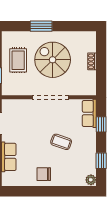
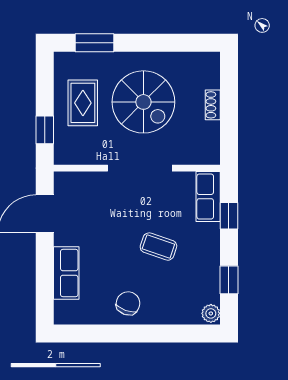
window: (41, 26) -> (94, 43), moved
spiral stairs: (53, 60) -> (143, 102), turned 180
chair: (44, 174) -> (128, 303), turned 110

